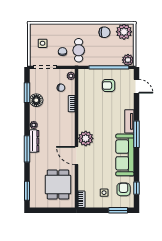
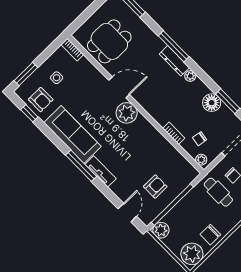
door: (136, 86) -> (127, 213), swing flipped
dining table: (58, 184) -> (109, 41), turned 90

